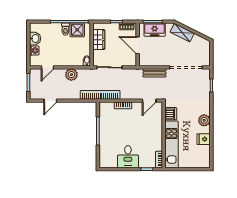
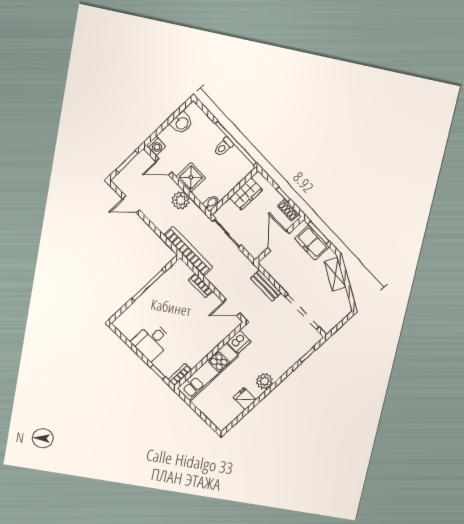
shower: (77, 30) -> (191, 177), moved
washing machine: (34, 51) -> (156, 146), moved

